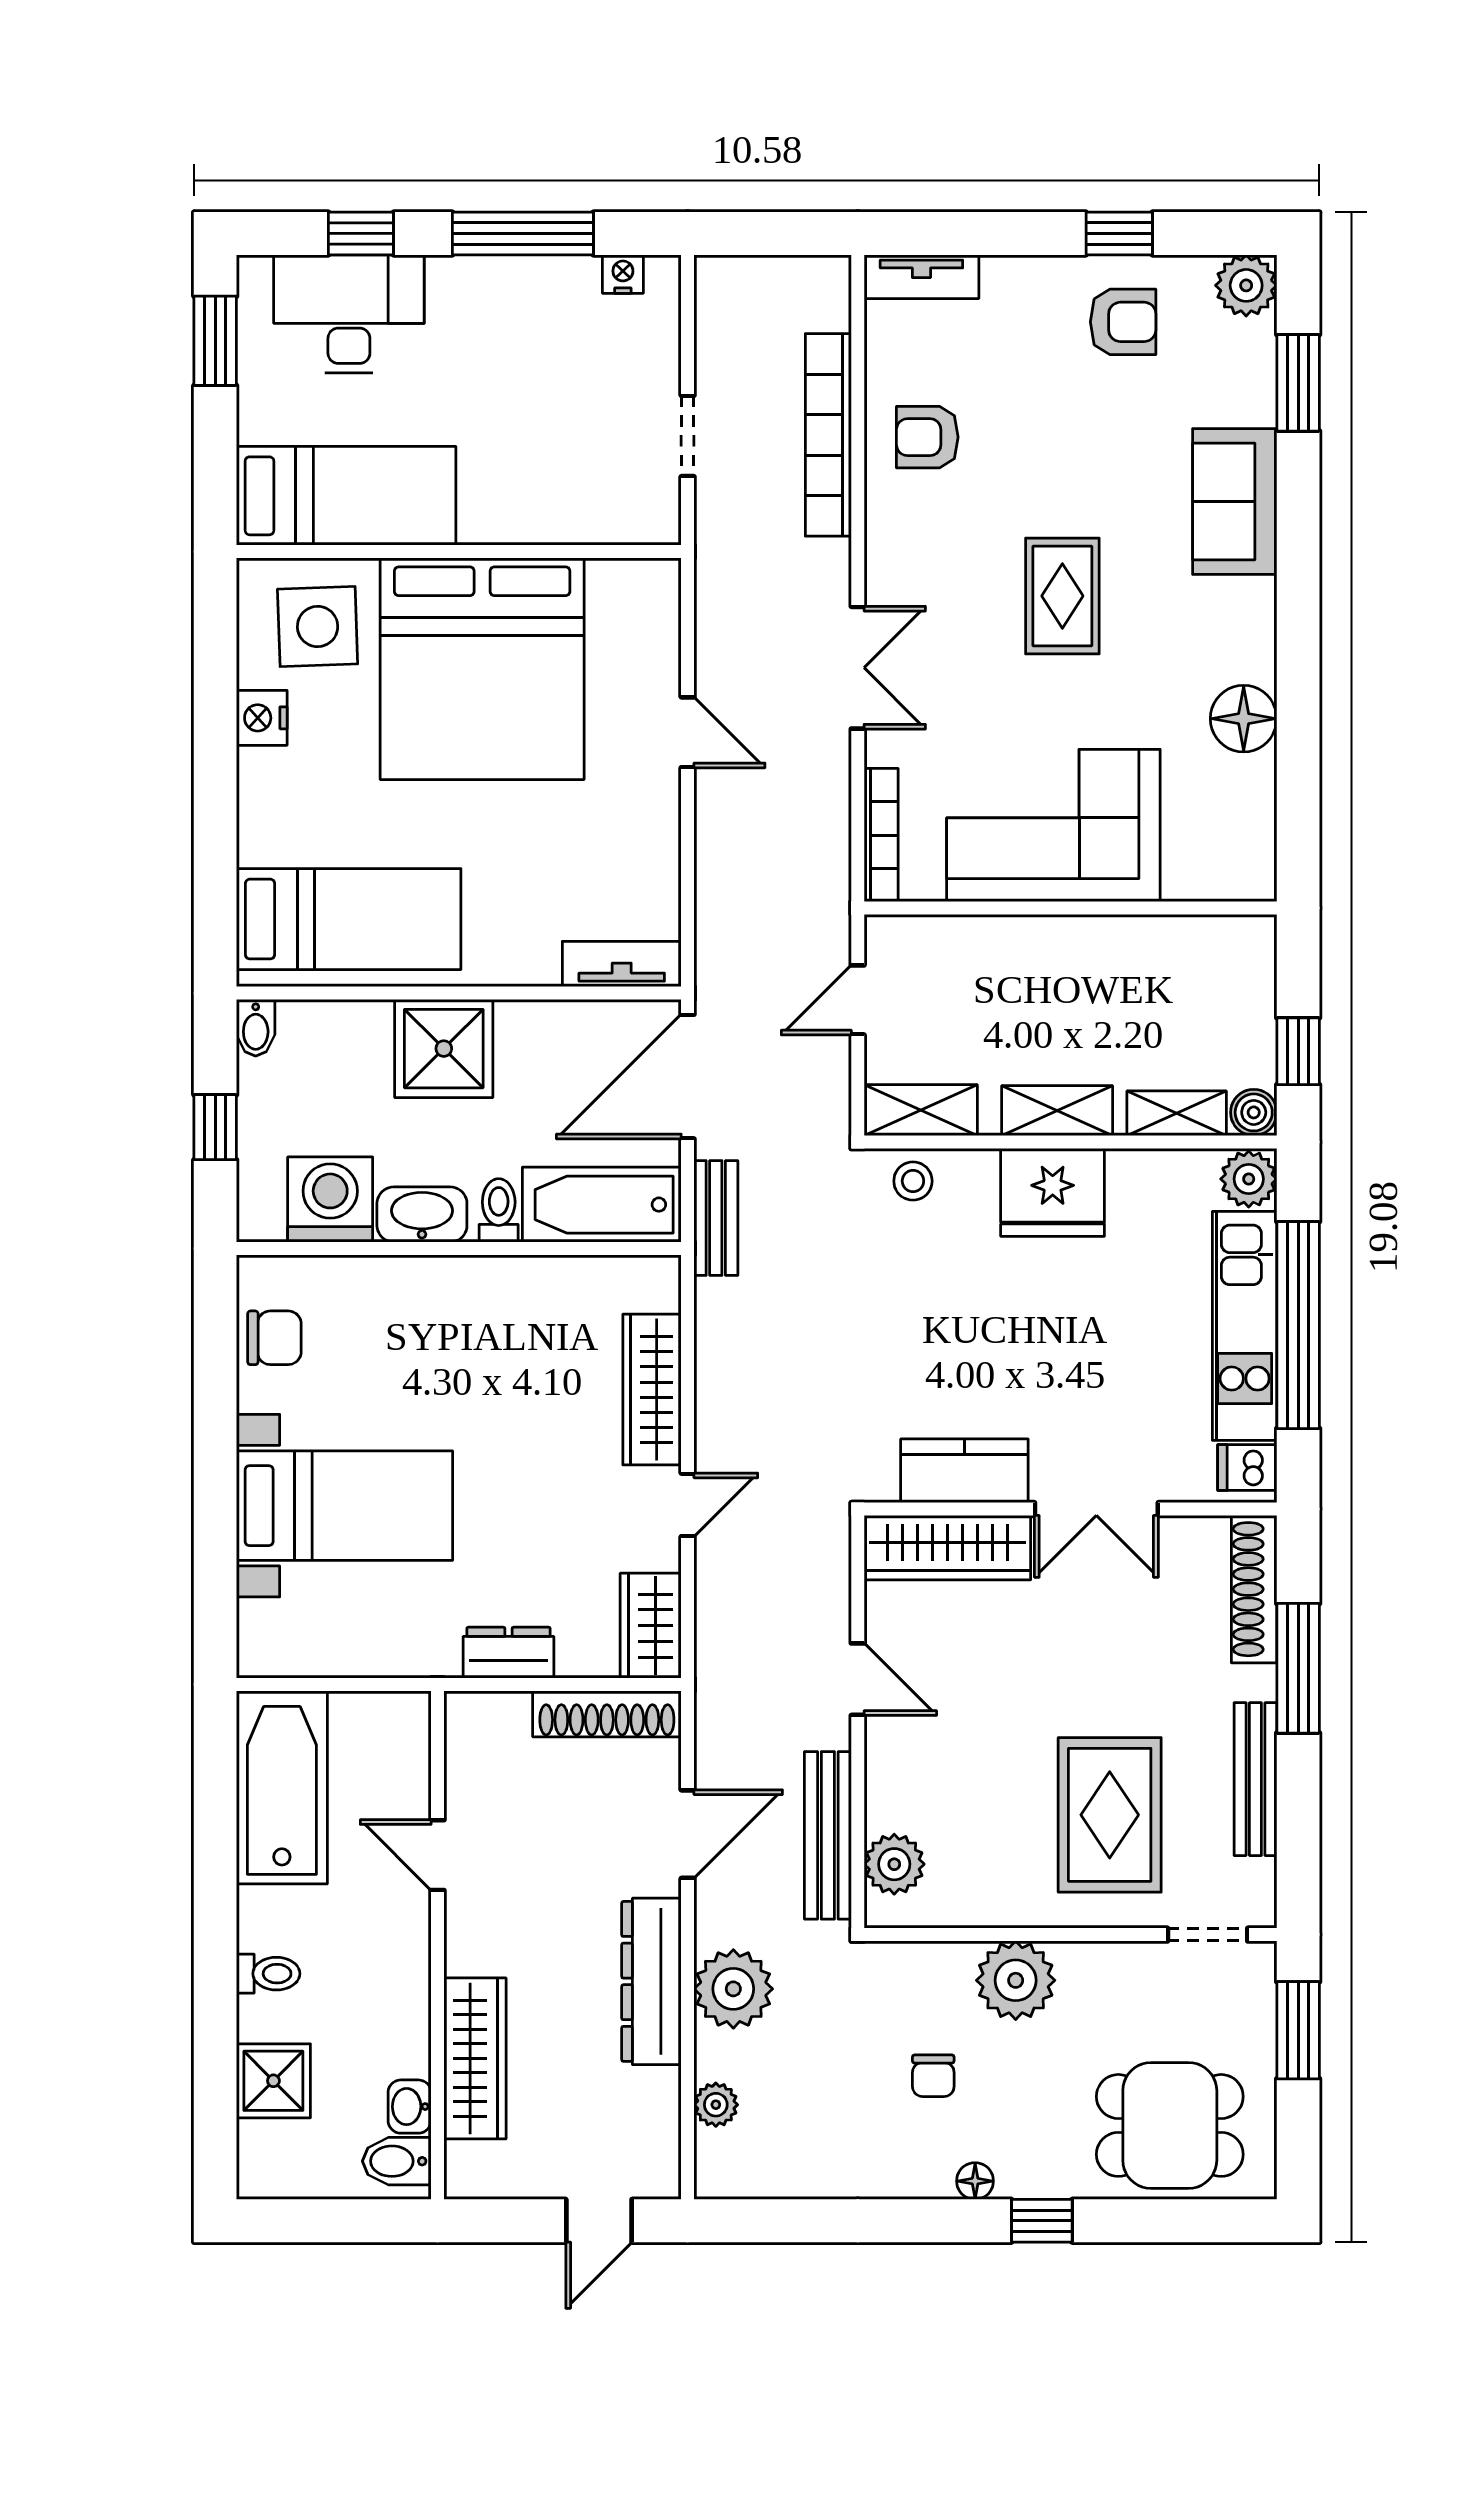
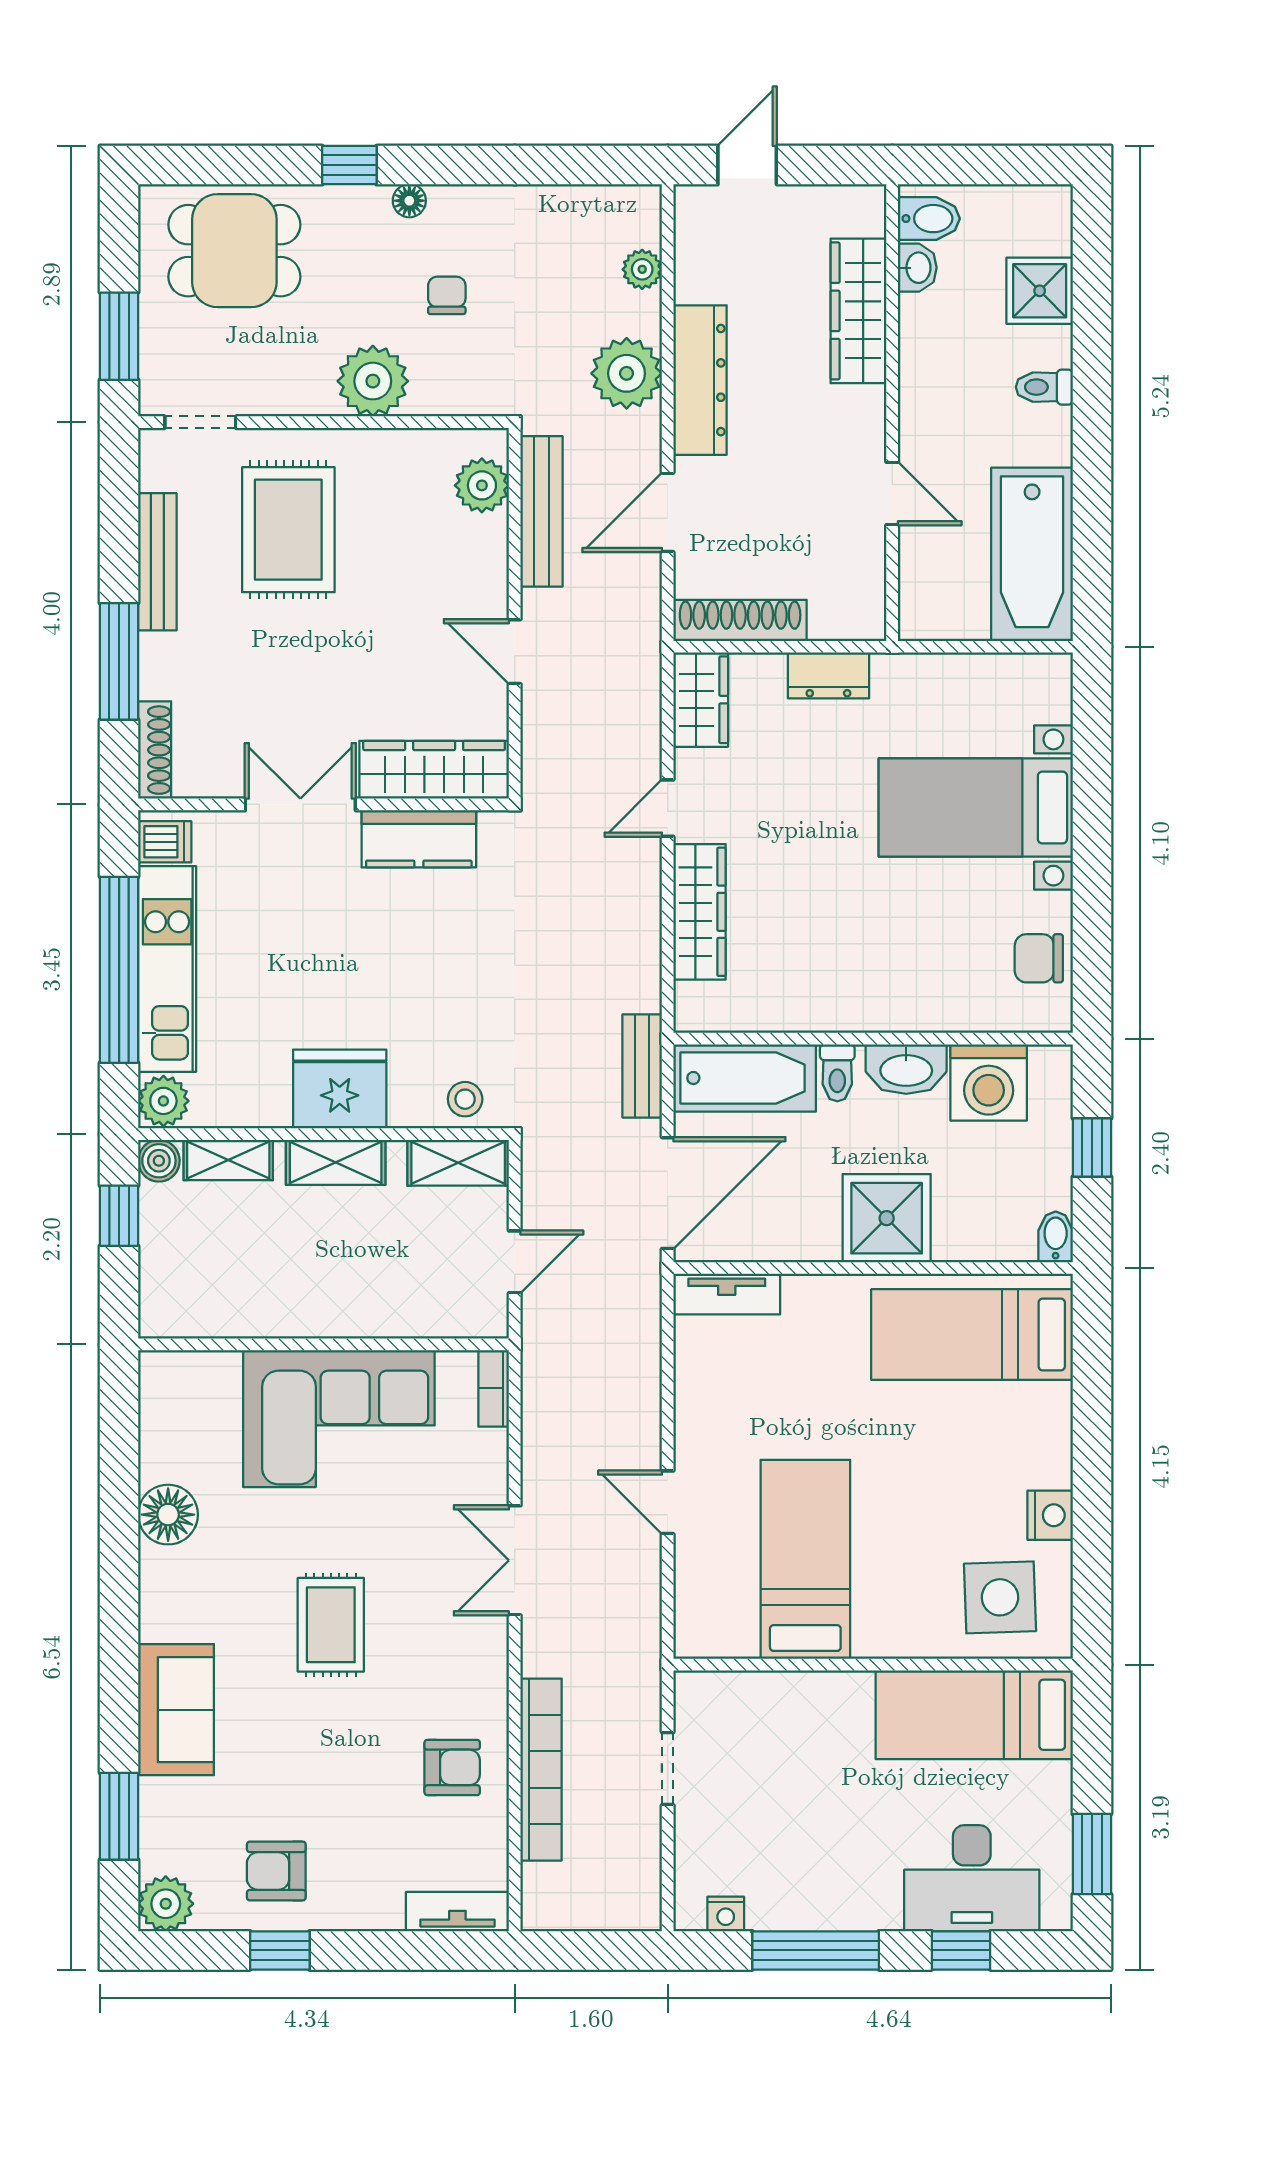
bed: (482, 669) -> (805, 1559), width x0.49
bookcase: (881, 835) -> (494, 1388), width x0.64
shoe rack: (1254, 1589) -> (155, 750), width x0.74, depth x0.81

